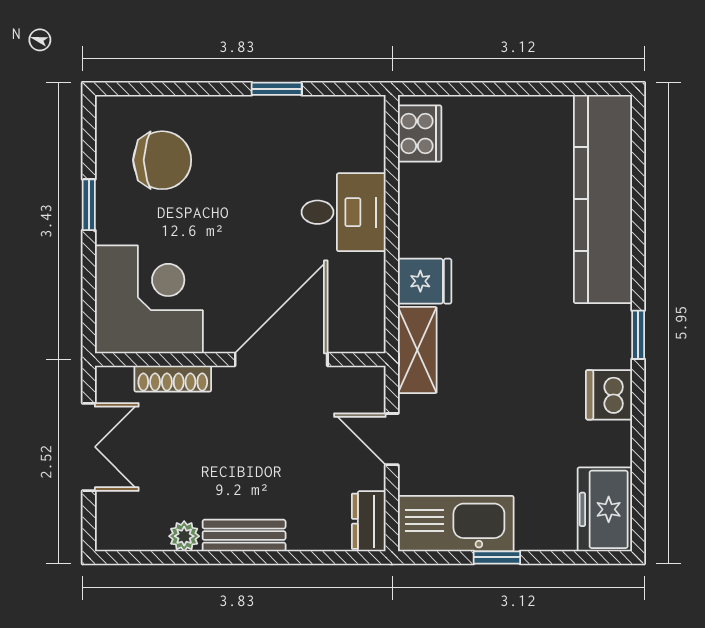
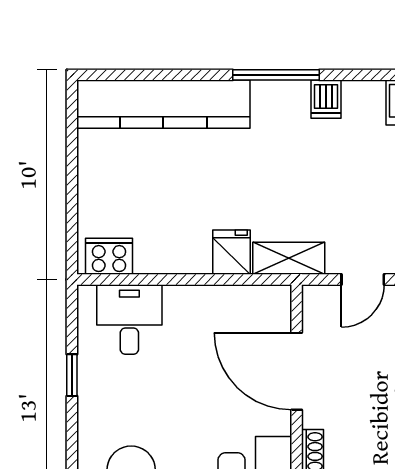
desk: (344, 212) -> (129, 319), moved
window: (638, 335) -> (276, 75), width x2.17
dishwasher: (609, 395) -> (326, 99), width x0.73

